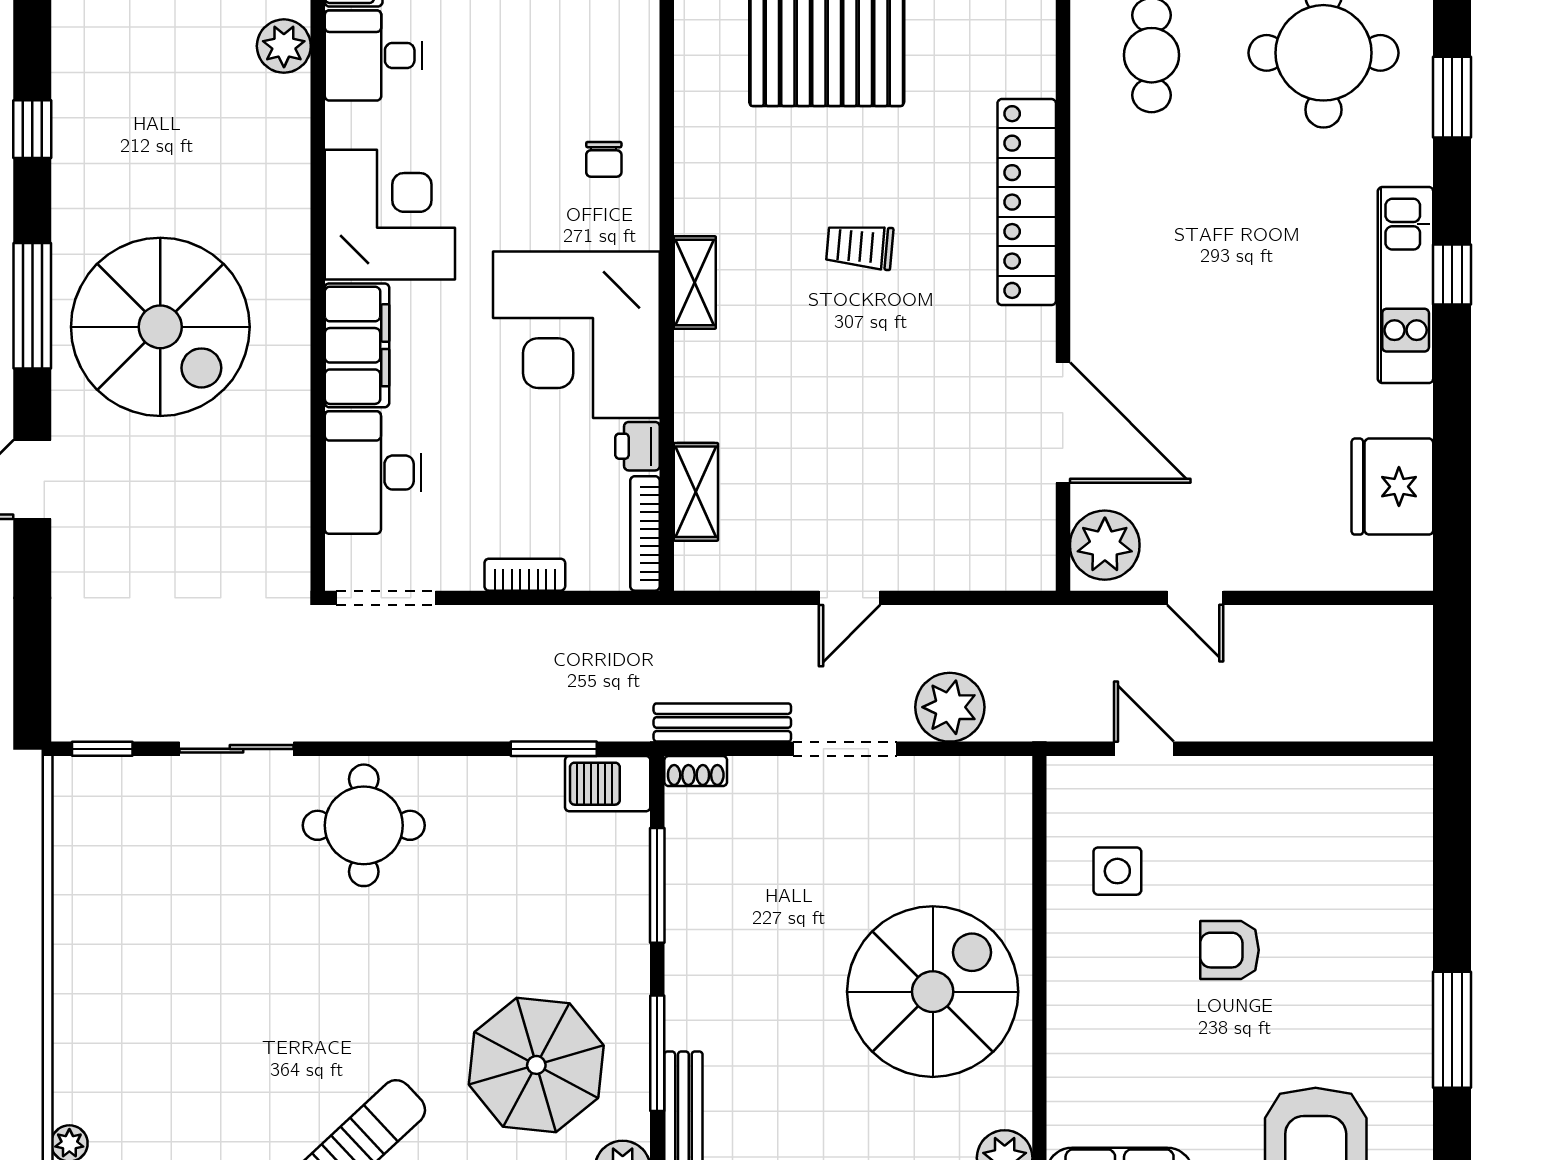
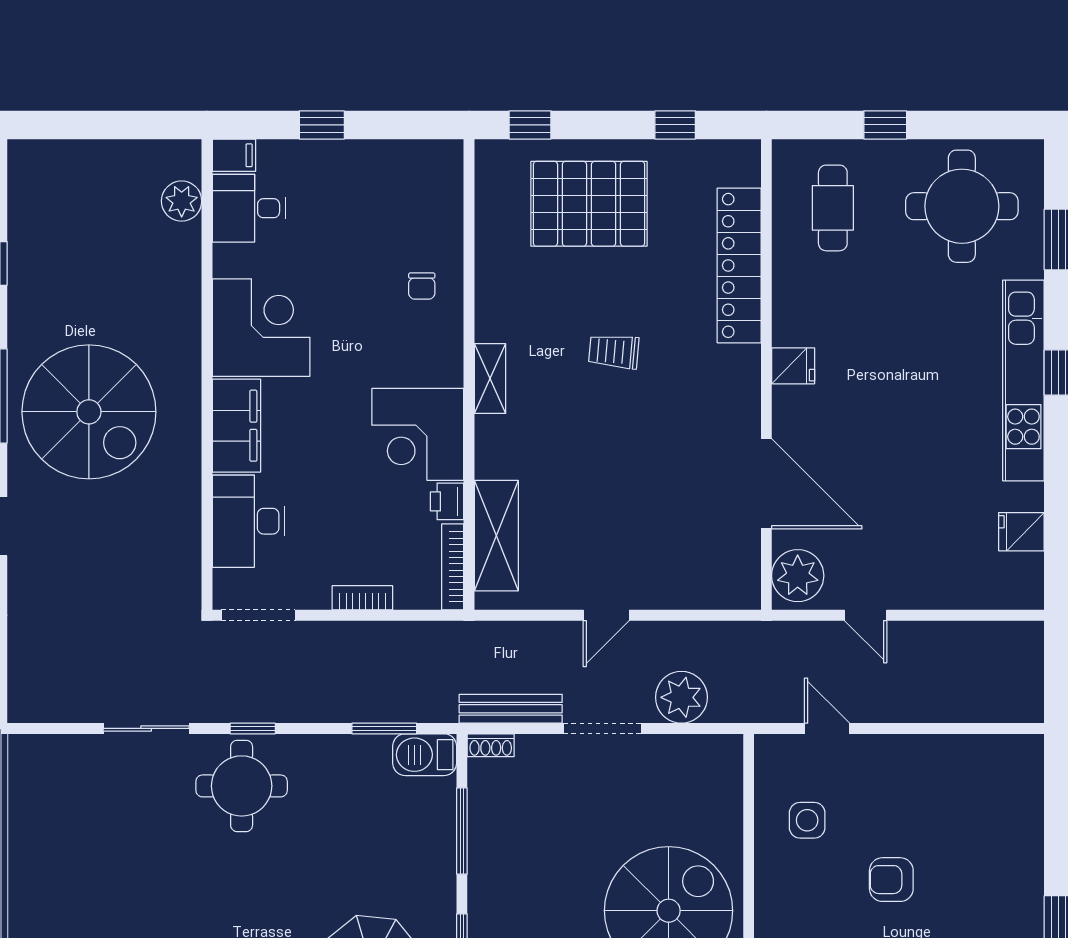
locker: (1027, 202) -> (739, 265), moved
fridge: (1099, 266) -> (793, 366), added
kitchen unit: (1406, 285) -> (1023, 380), width x1.36
corner desk: (576, 335) -> (418, 434), width x0.74, depth x0.74
fridge: (1392, 487) -> (1021, 532), width x0.53, depth x0.75
shelving: (696, 492) -> (496, 536), width x1.50, depth x1.33
window: (102, 749) -> (253, 728), moved

